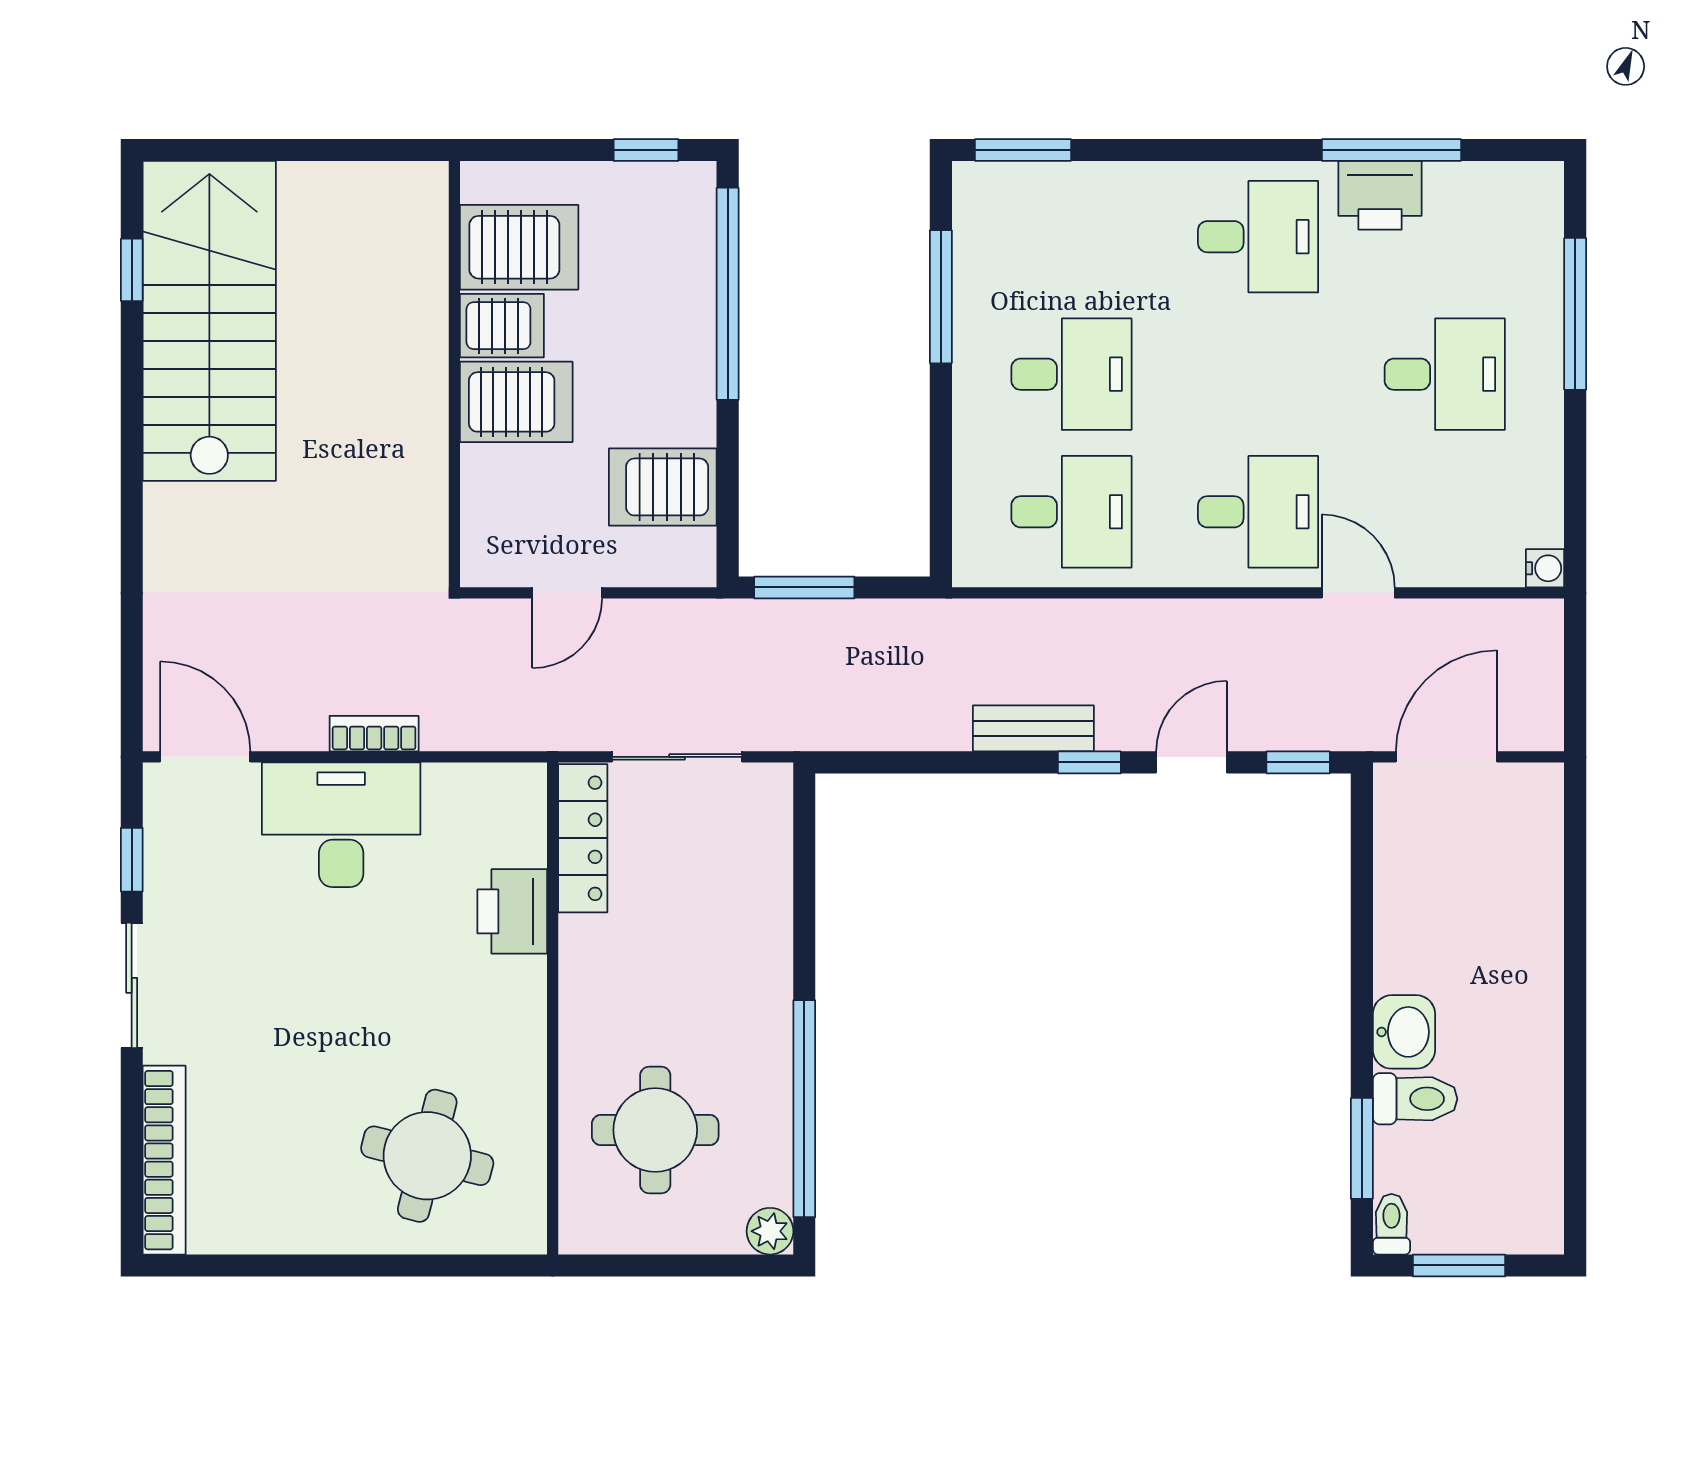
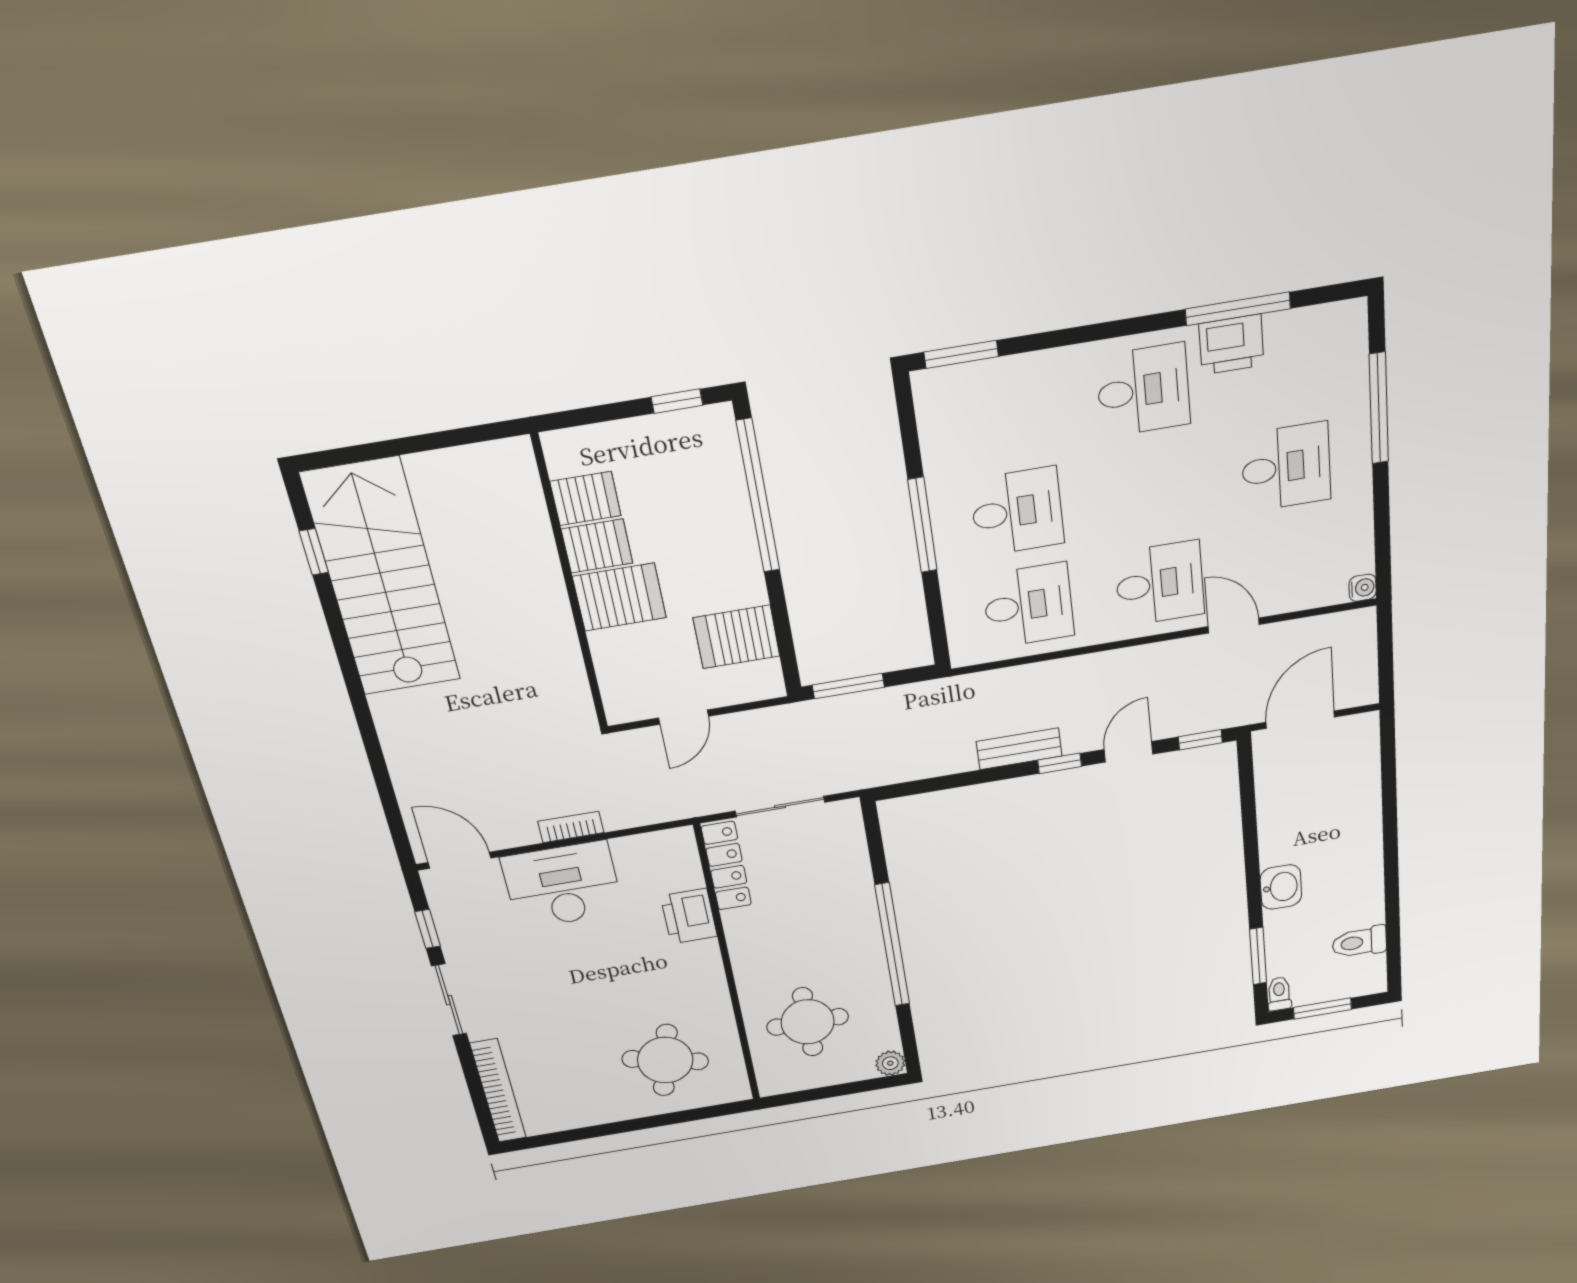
server rack: (519, 247) -> (586, 499), width x0.73, depth x0.70
window: (941, 297) -> (922, 525), moved
toilet: (1415, 1099) -> (1359, 942), moved, turned 180
window: (804, 1109) -> (892, 945), moved

